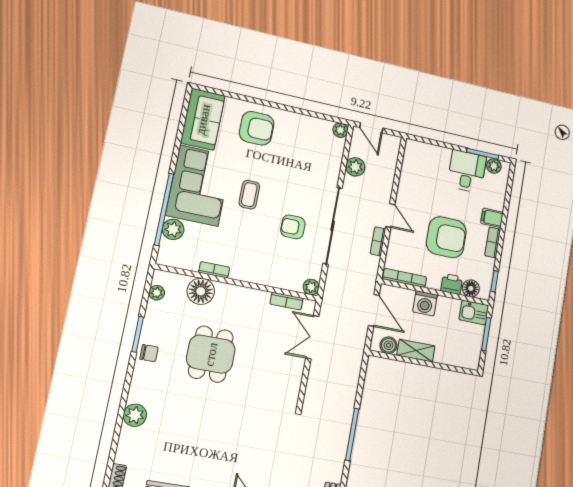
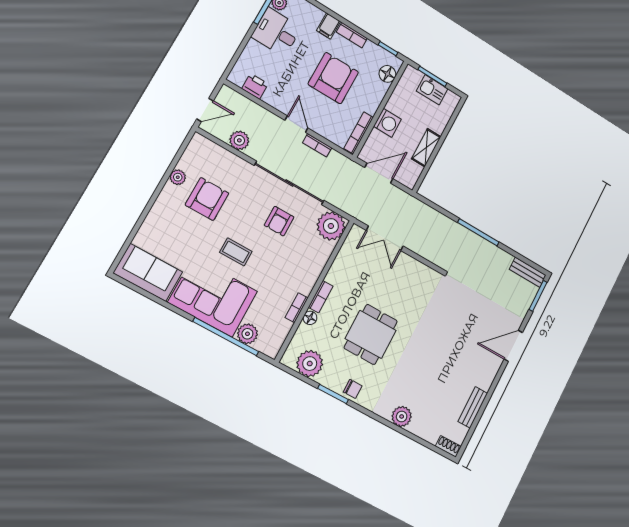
armchair: (257, 128) -> (207, 199), moved
plant: (340, 130) -> (178, 177), moved
door: (390, 215) -> (296, 124), hinge flipped
printer: (452, 284) -> (255, 86), moved, turned 90
plant: (311, 287) -> (331, 226), width x1.88, depth x1.88
floor lamp: (201, 291) -> (310, 318), width x0.53, depth x0.53
plant: (157, 293) -> (310, 364), width x1.87, depth x1.87
bookcase: (286, 301) -> (321, 297), moved
kitchen sink: (474, 312) -> (432, 90), moved, turned 90
boiler: (388, 345) -> (414, 171), removed
chair: (149, 353) -> (353, 389), turned 90
dining table: (211, 354) -> (371, 334), turned 90

